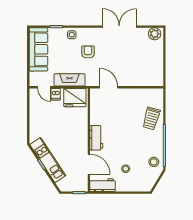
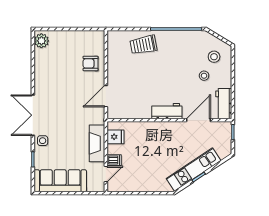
double door: (119, 27) -> (33, 115), moved
armchair: (88, 52) -> (91, 63), moved
fridge: (75, 98) -> (116, 137), width x0.53, depth x0.75
trolley: (151, 118) -> (143, 45), turned 153
stool: (154, 162) -> (214, 57), moved

